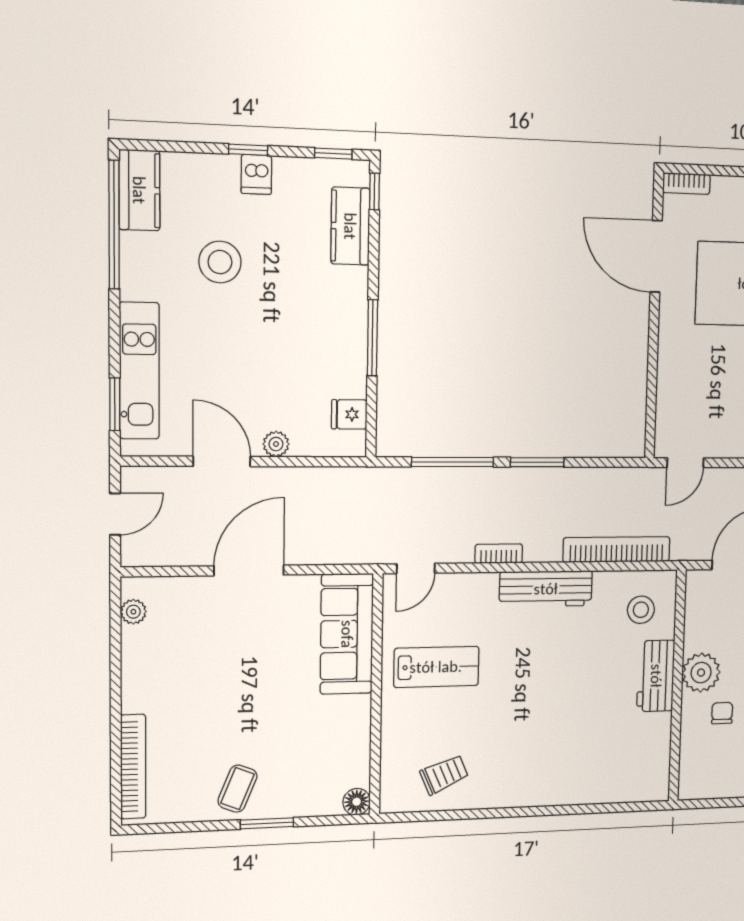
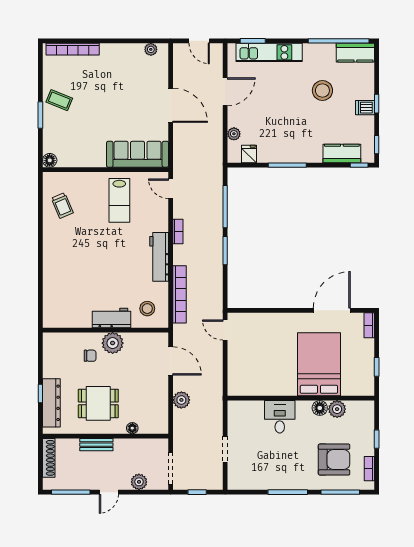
plant: (276, 444) -> (234, 134), moved

